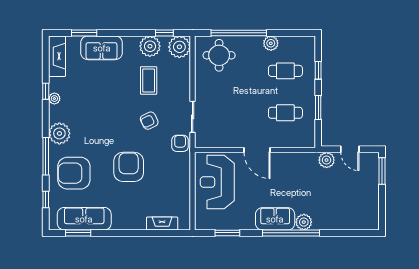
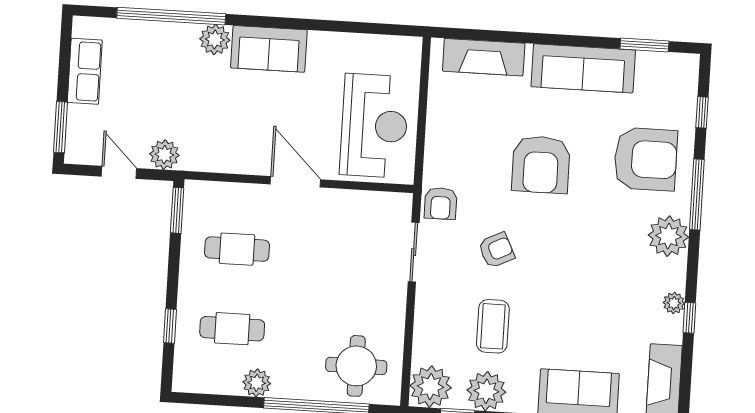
window: (318, 107) -> (177, 210), moved
row of seats: (371, 201) -> (85, 71), added
sofa: (84, 219) -> (583, 68), moved
fireplace: (162, 224) -> (484, 57), width x1.37, depth x1.32
window: (227, 233) -> (361, 28), removed
window: (291, 233) -> (171, 16), moved

